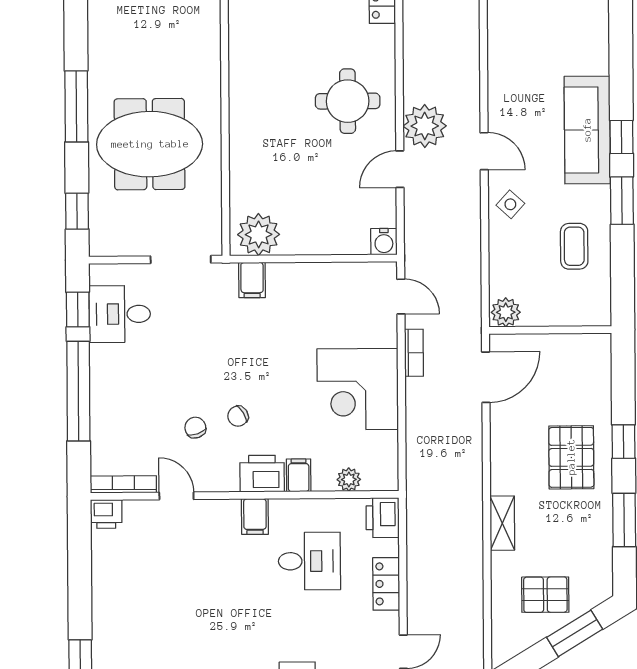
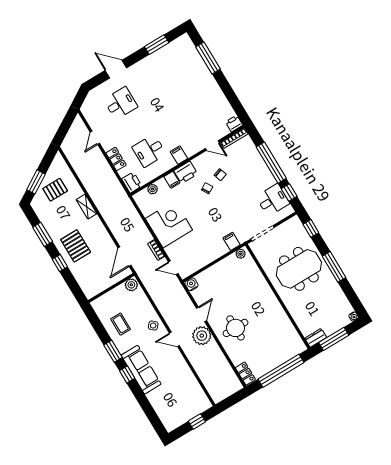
plant: (259, 234) -> (241, 254), width x0.53, depth x0.53

